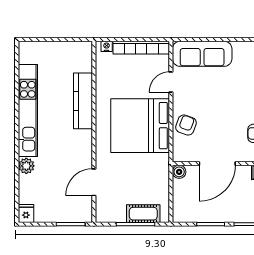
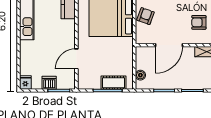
plant: (26, 166) -> (26, 47), removed
boiler: (179, 172) -> (140, 75), moved
dishwasher: (58, 214) -> (49, 83), added

